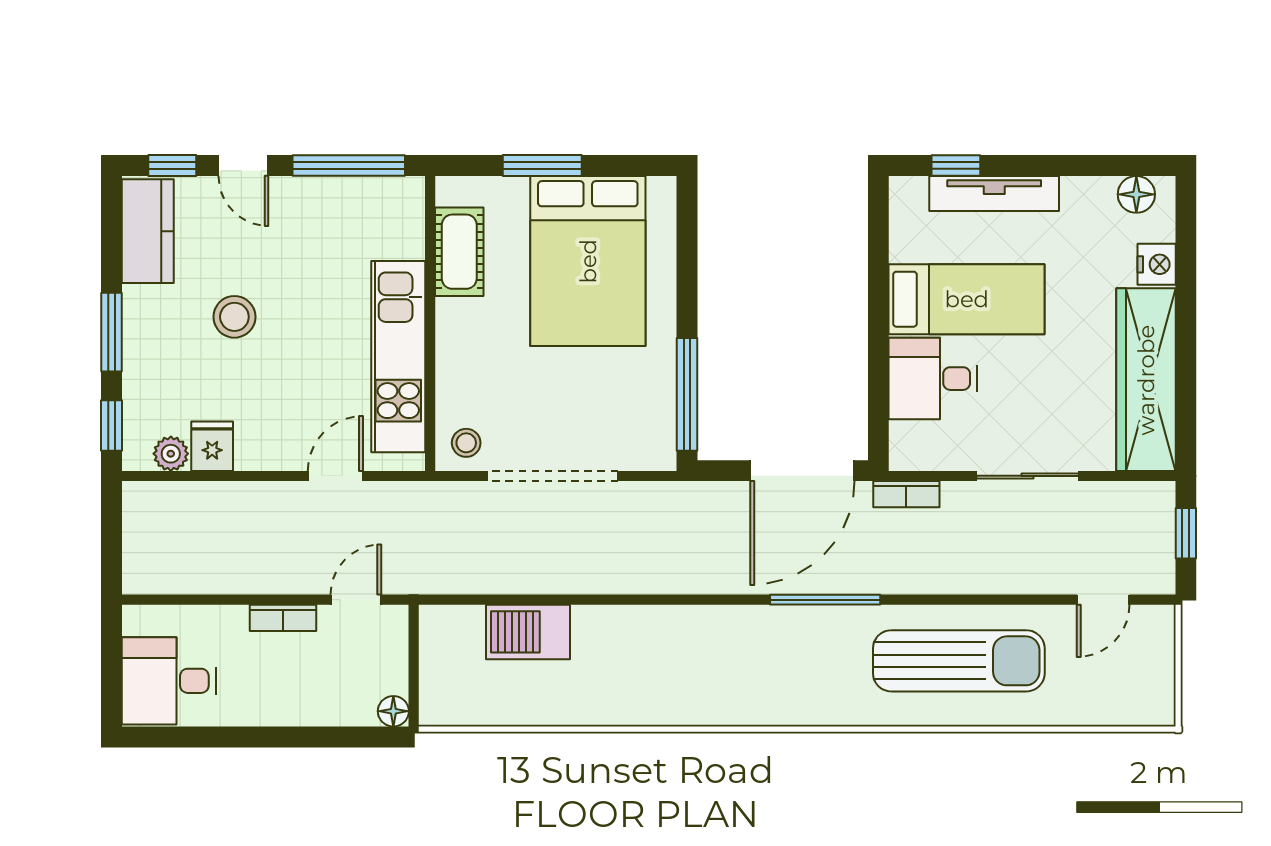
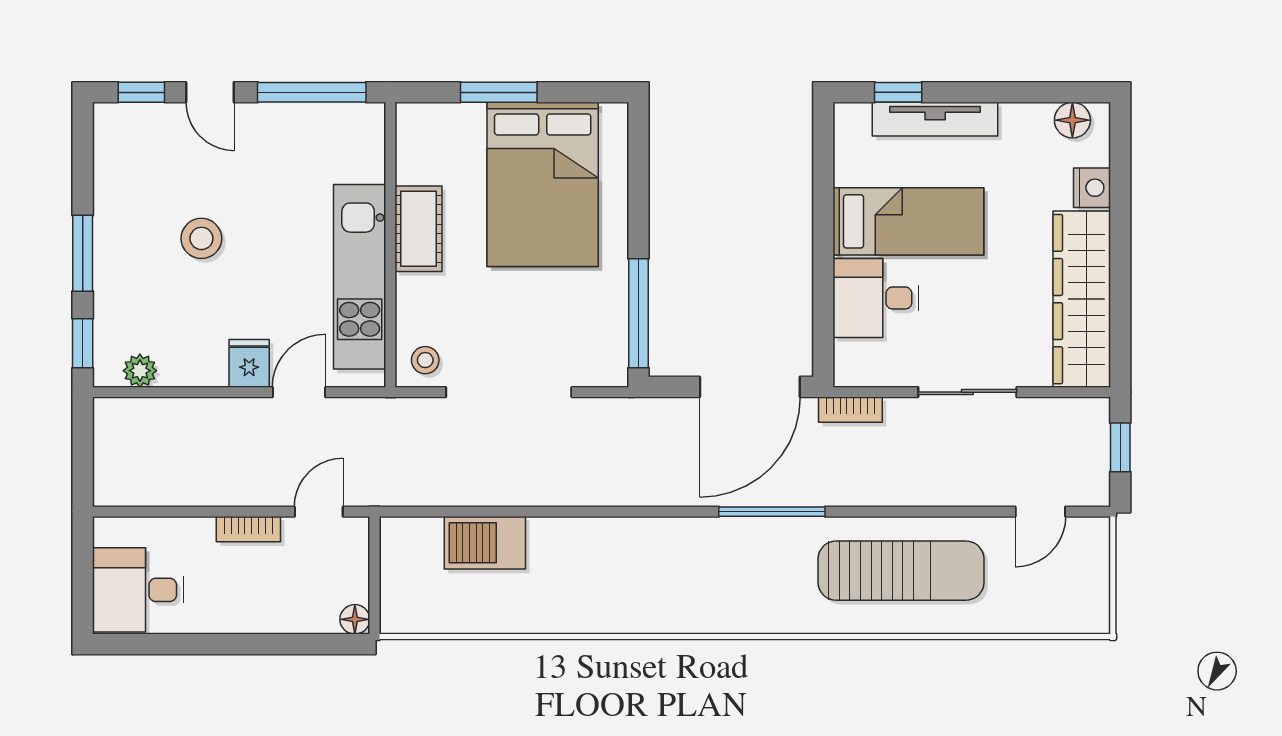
kitchen counter: (148, 231) -> (118, 156), removed
cot: (459, 252) -> (418, 229), moved
fridge: (212, 446) -> (249, 363), moved

